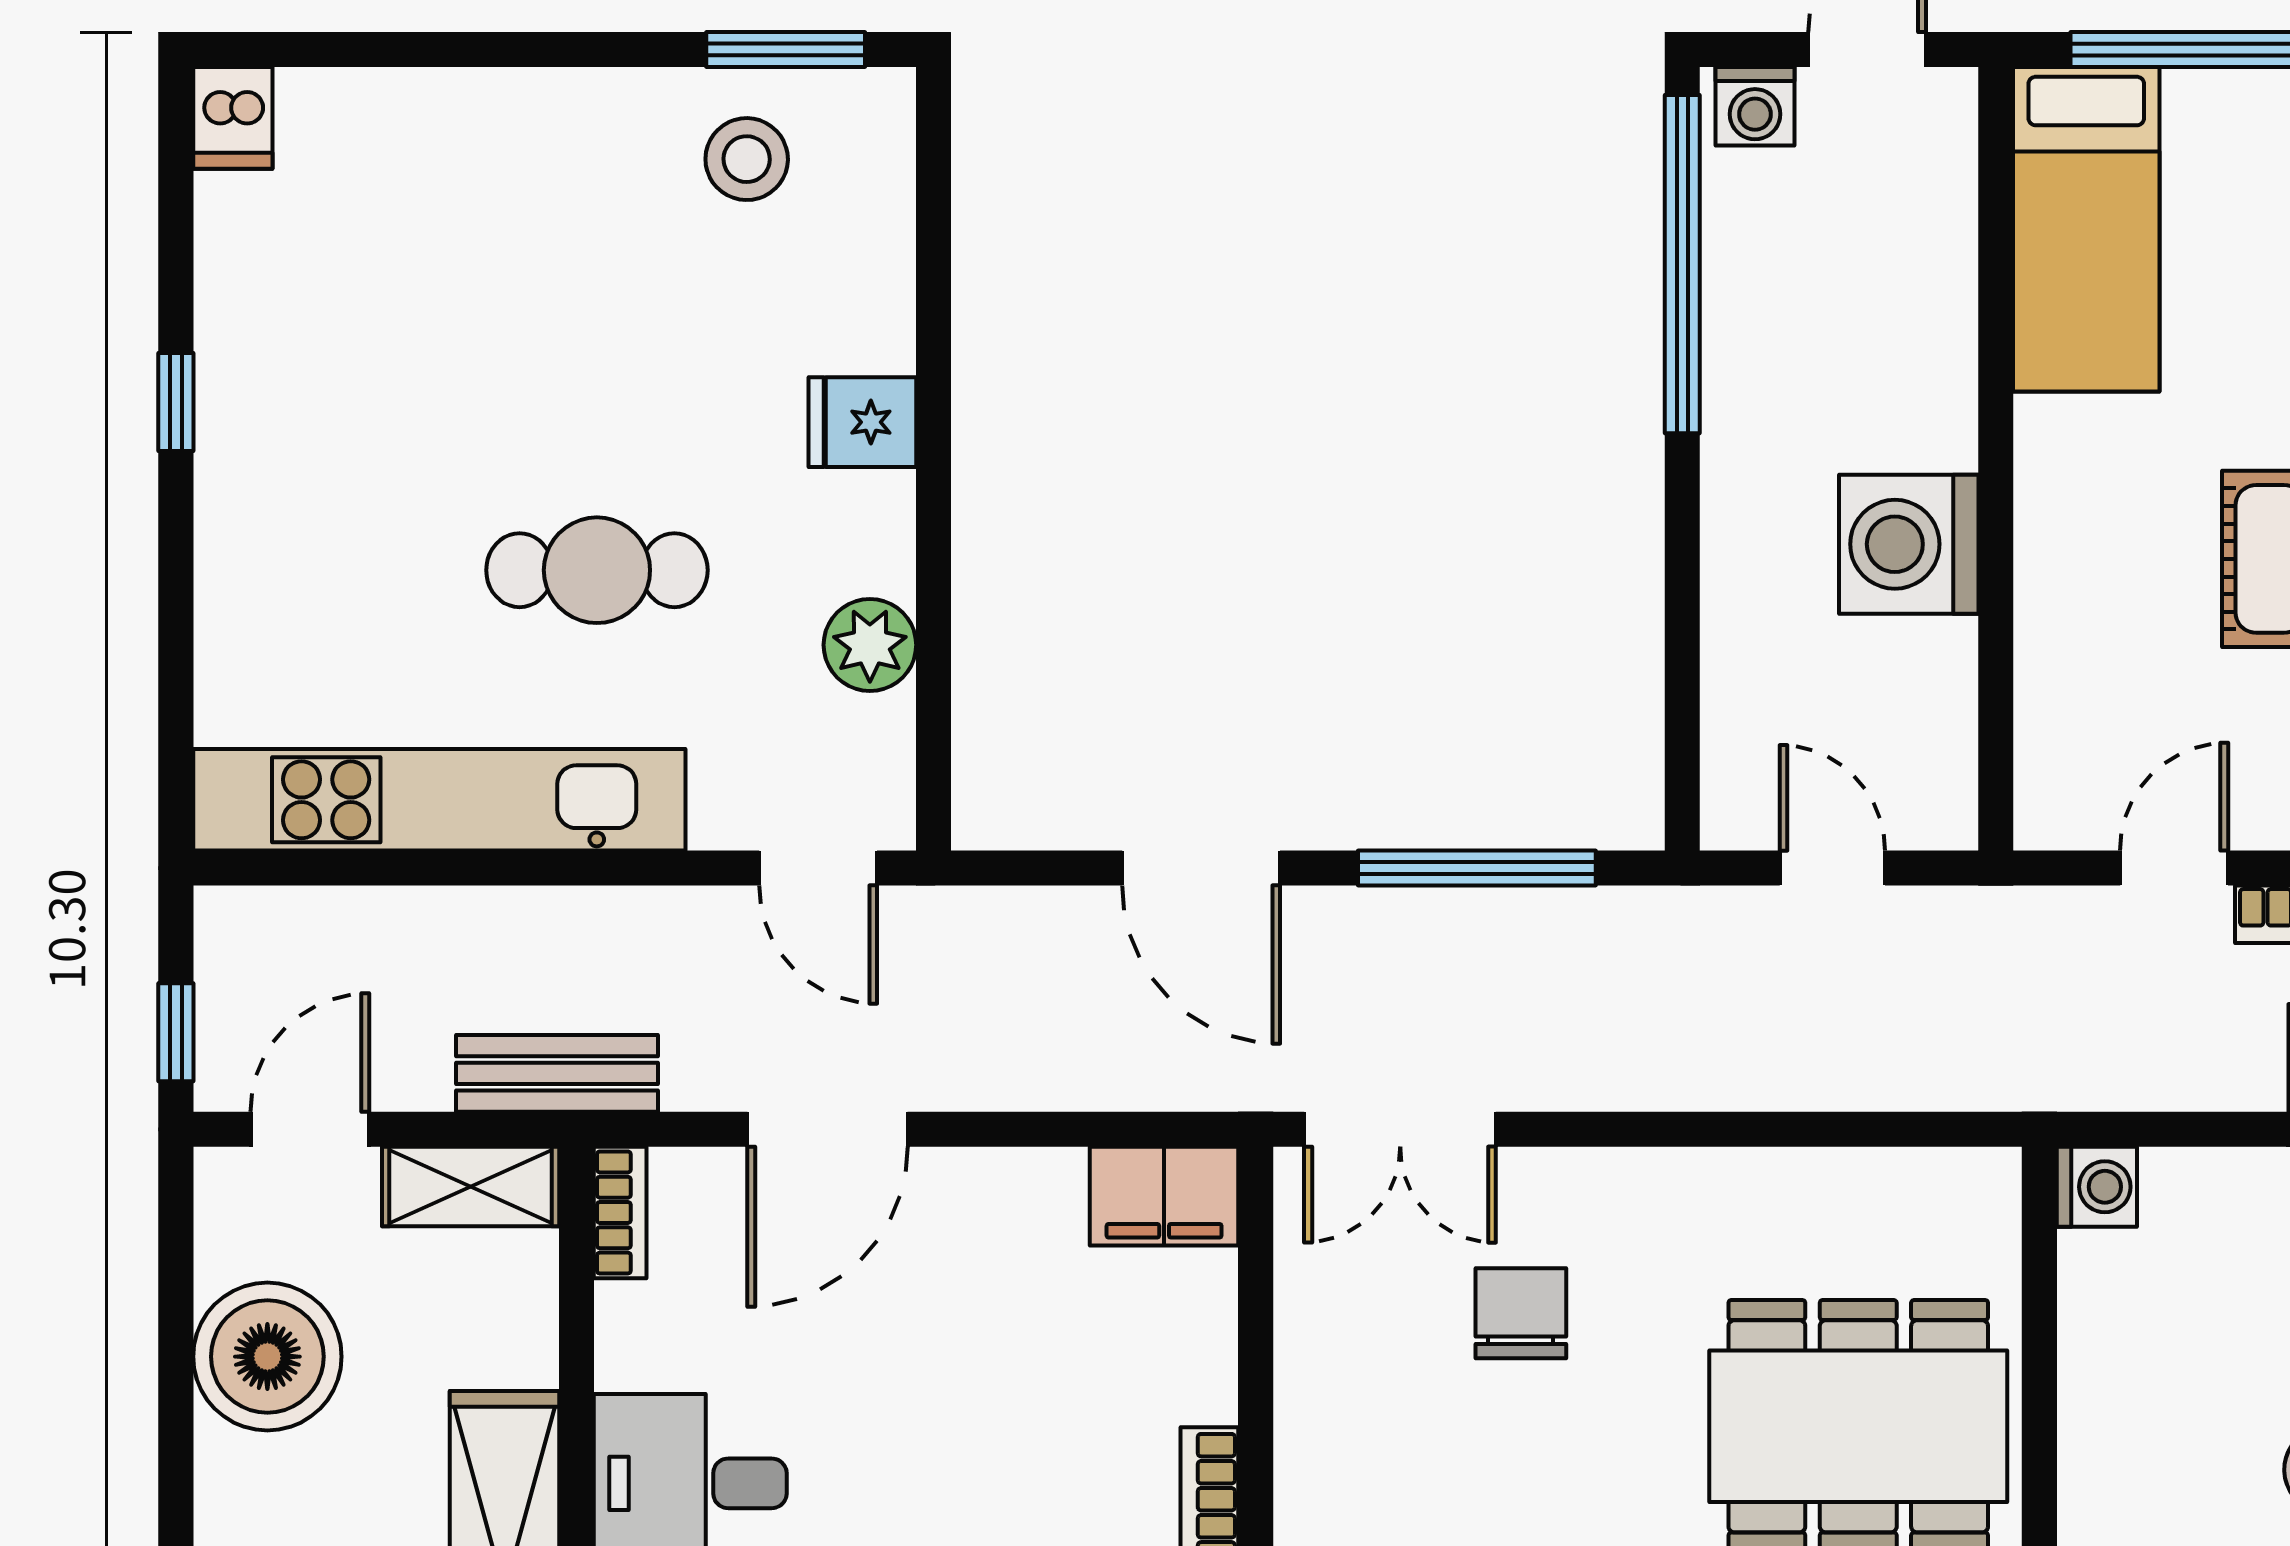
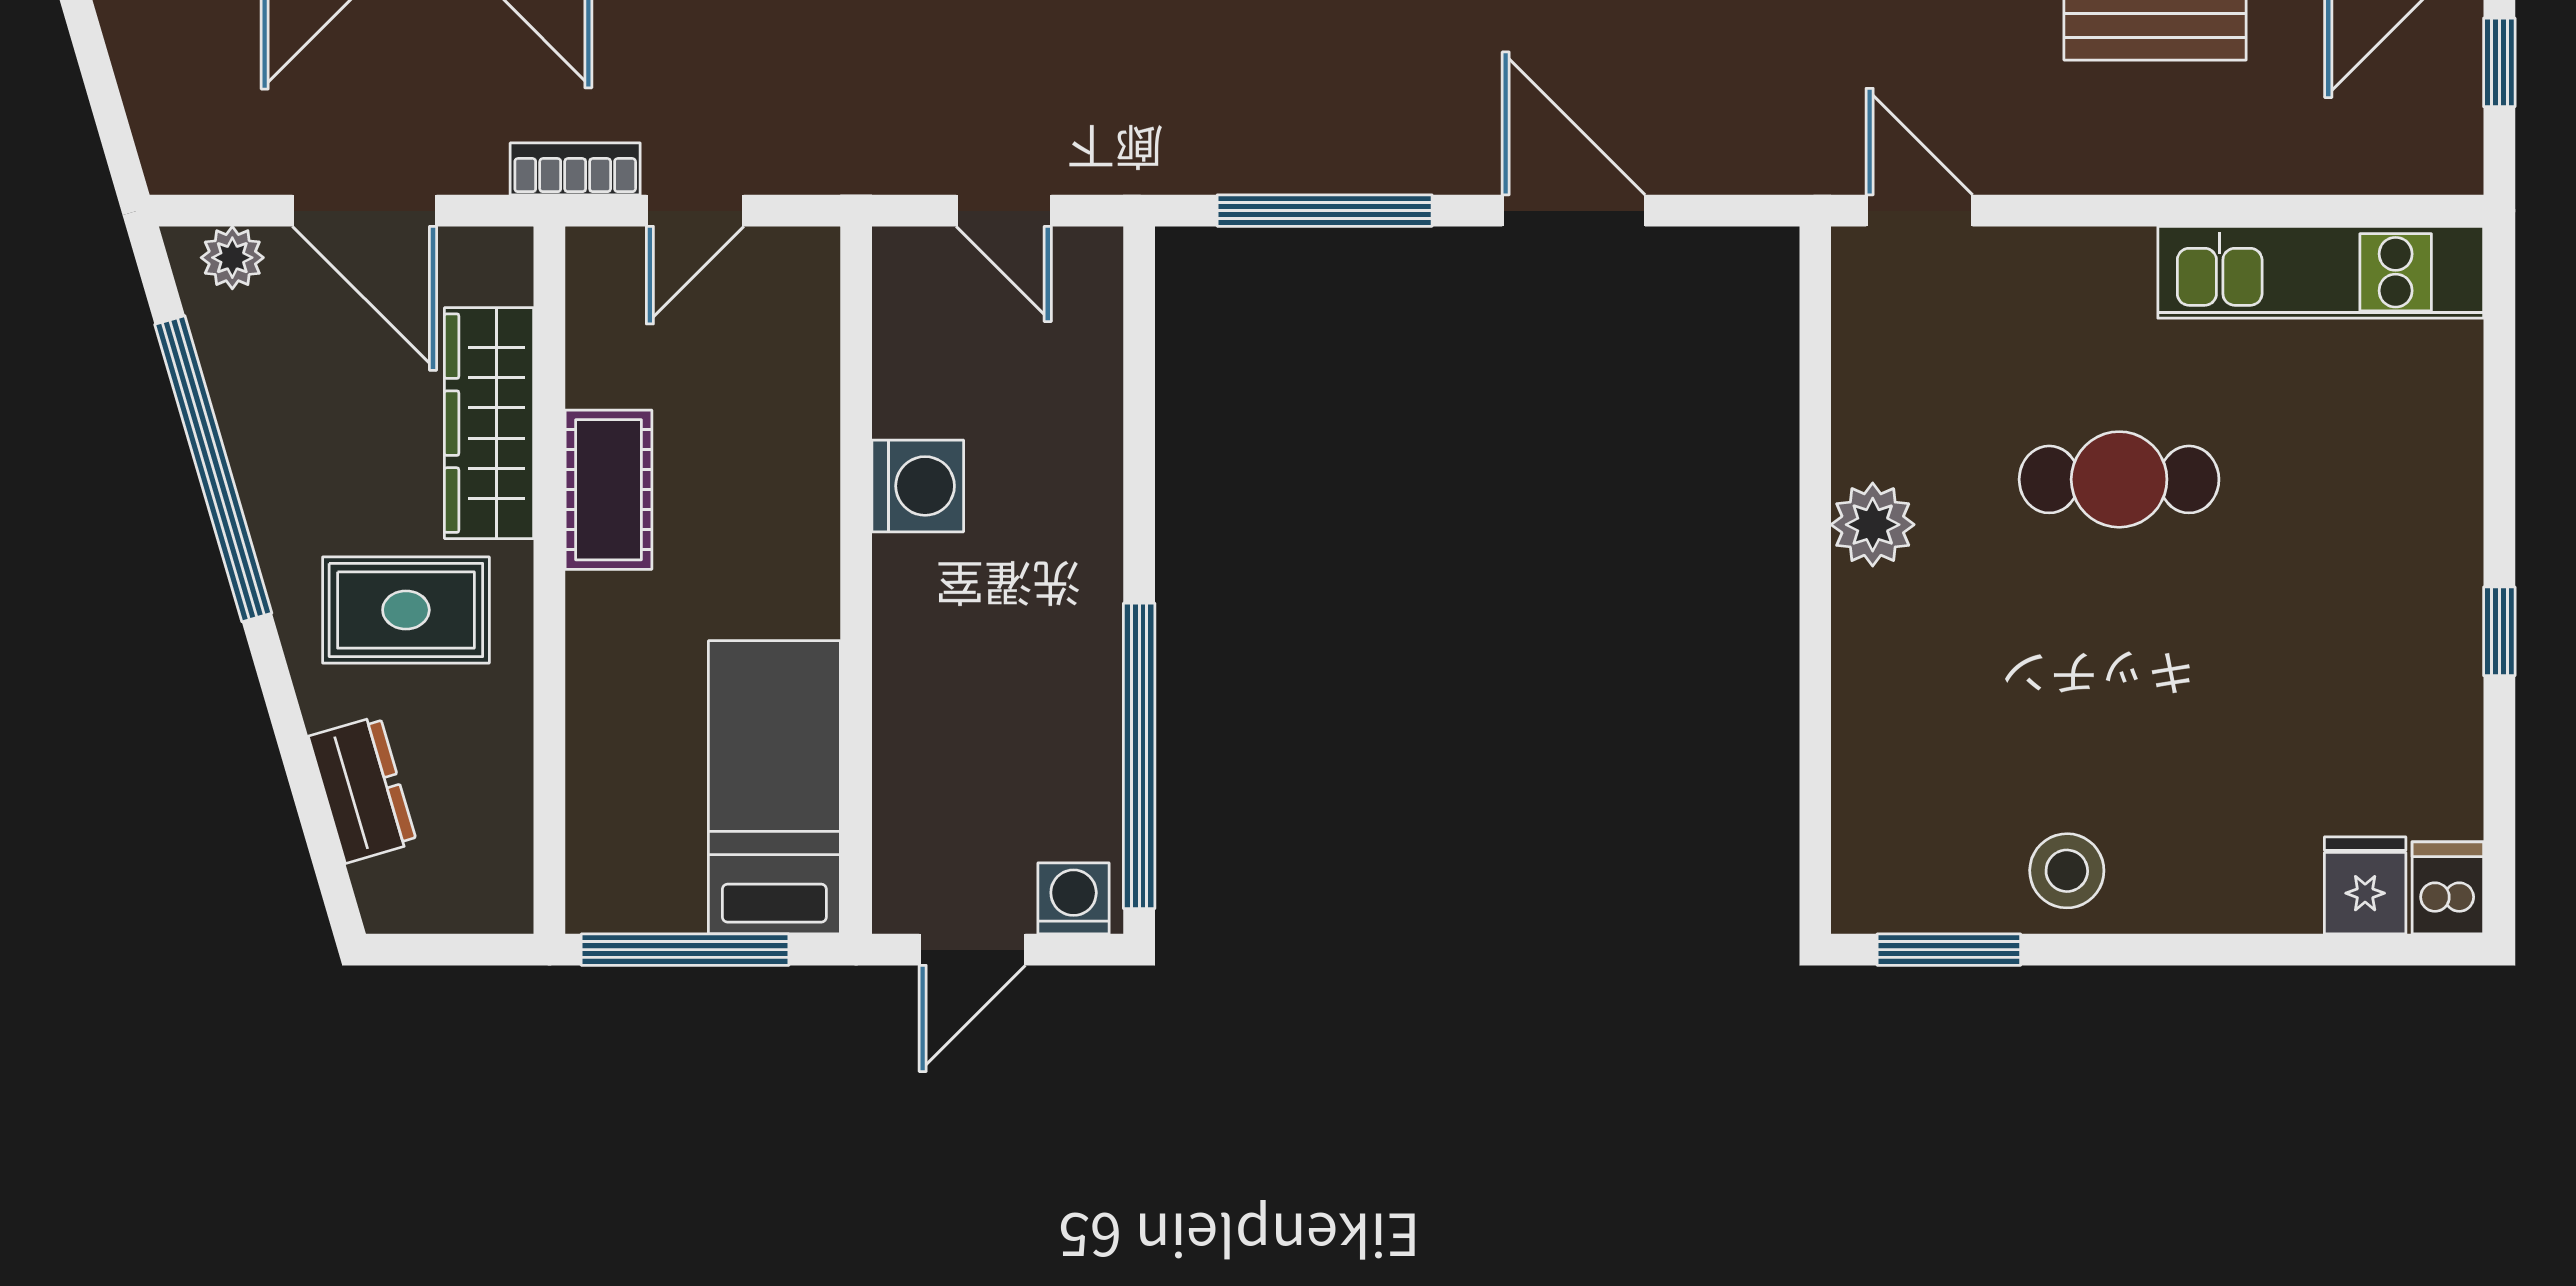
stool: (747, 159) -> (2067, 871), moved
fridge: (862, 422) -> (2365, 885), moved, turned -90
washing machine: (1909, 544) -> (918, 486), width x0.73, depth x0.73
plant: (870, 645) -> (1873, 525), moved
kitchen unit: (439, 800) -> (2321, 272), width x0.73

